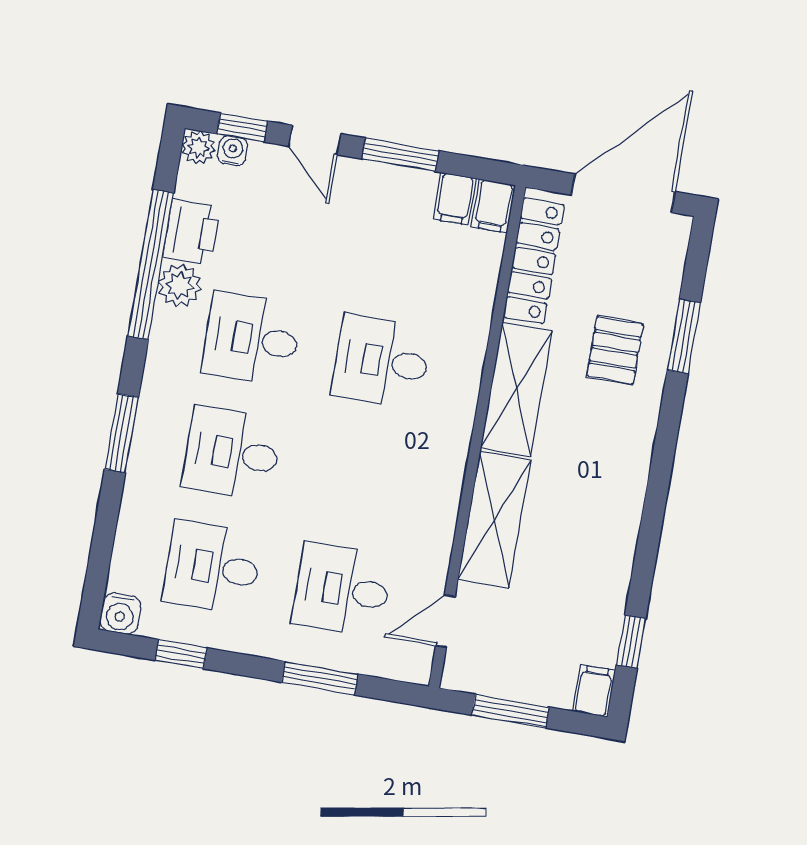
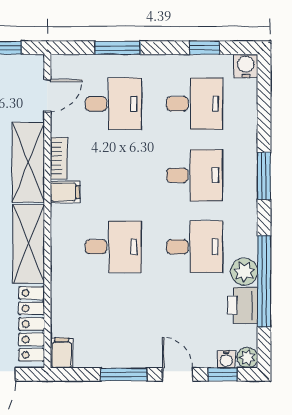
filing cabinet: (455, 199) -> (65, 192), moved, turned 90
bookcase: (444, 518) -> (59, 158), added

